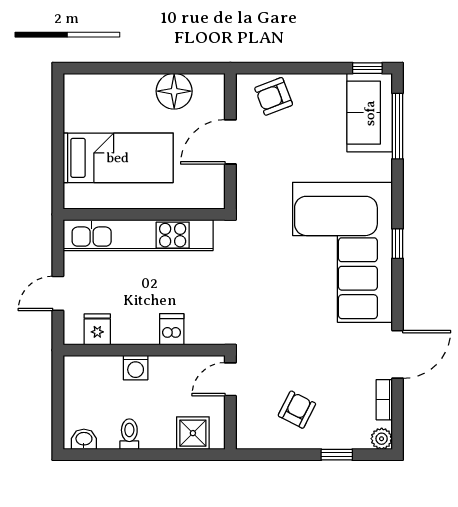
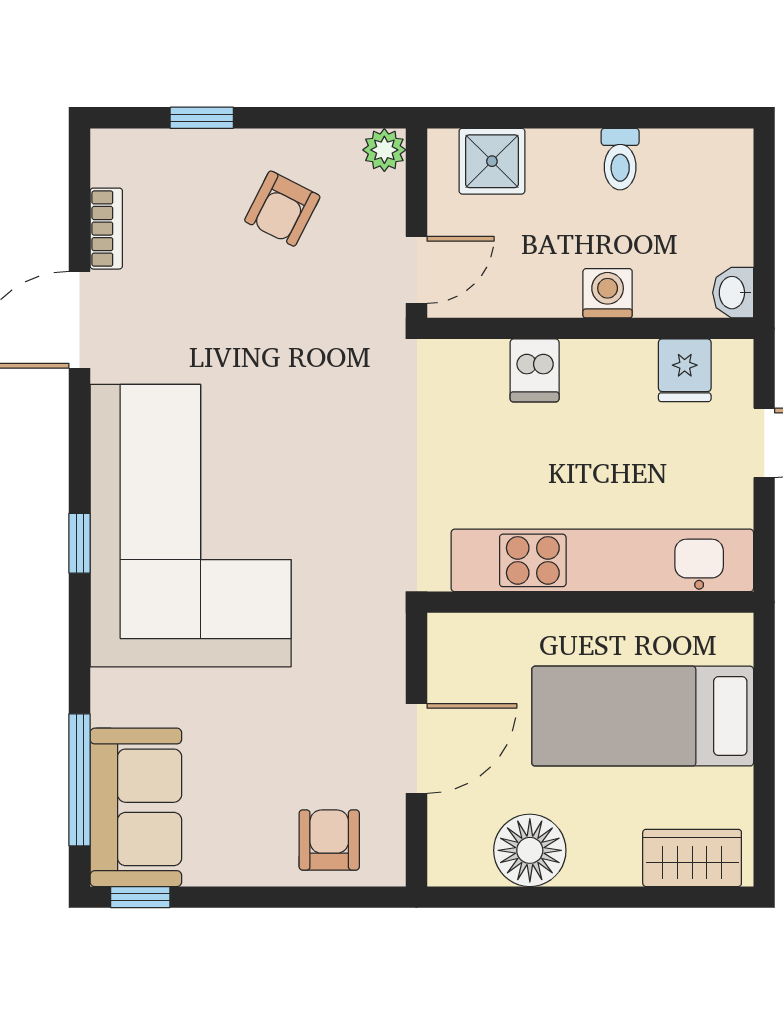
wardrobe: (94, 87) -> (692, 858), added
armchair: (274, 96) -> (329, 840), turned -69
washbasin: (84, 439) -> (733, 293), moved, turned 90
plant: (382, 439) -> (384, 150), moved

